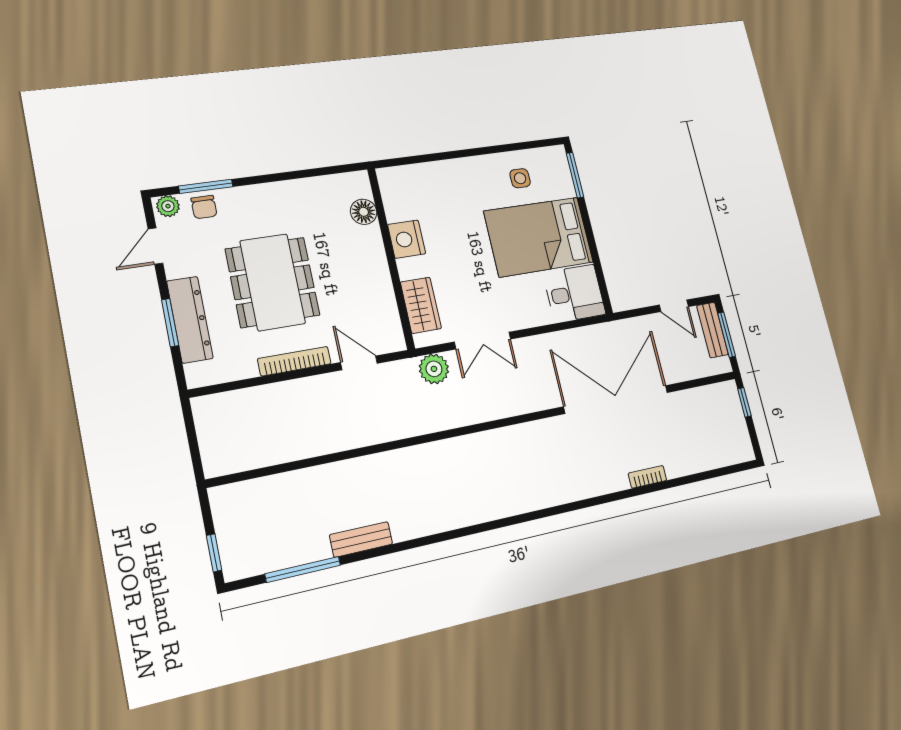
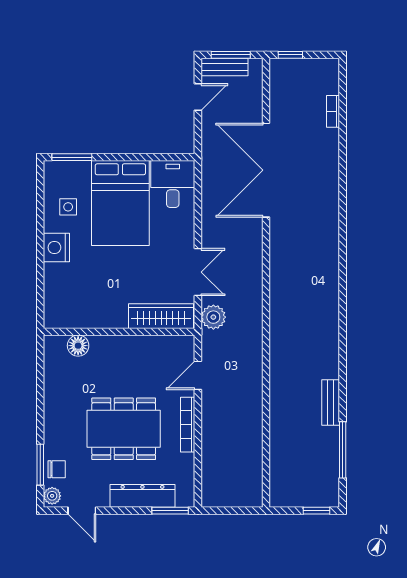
nightstand: (407, 239) -> (56, 248), moved, turned 90
wardrobe: (421, 305) -> (161, 316), width x1.50
window: (170, 323) -> (170, 511), moved
bookcase: (647, 477) -> (333, 111), moved

